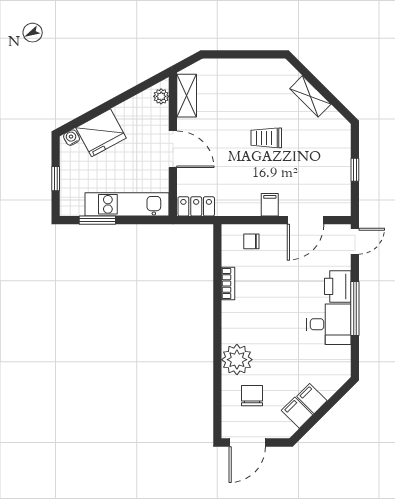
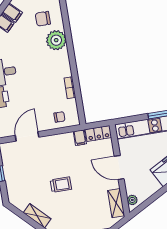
filing cabinet: (270, 205) -> (80, 138), moved
chair: (252, 396) -> (43, 19), turned 90

